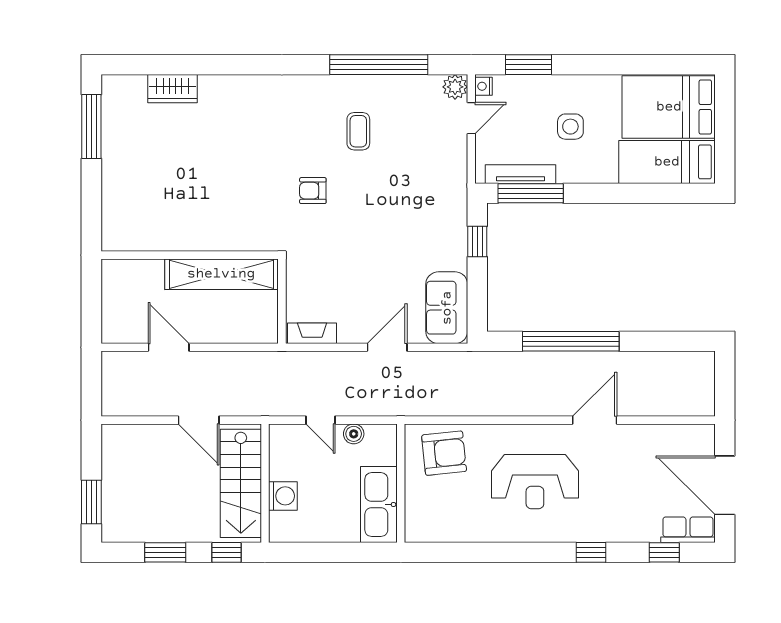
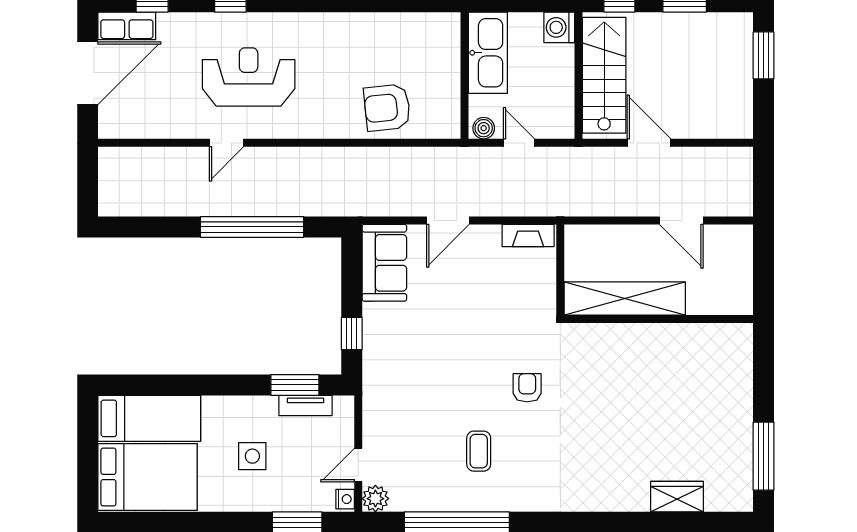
tv unit: (521, 174) -> (306, 405), width x0.71
armchair: (313, 191) -> (527, 388), turned -90
window: (531, 193) -> (295, 385), width x0.69
door: (595, 420) -> (226, 143), width x0.73
reception desk: (535, 482) -> (249, 77), moved
wall: (401, 483) -> (464, 75), moved
door: (725, 485) -> (88, 73), hinge flipped
washing machine: (283, 496) -> (559, 27), moved
kitchen sink: (379, 505) -> (488, 53), moved

